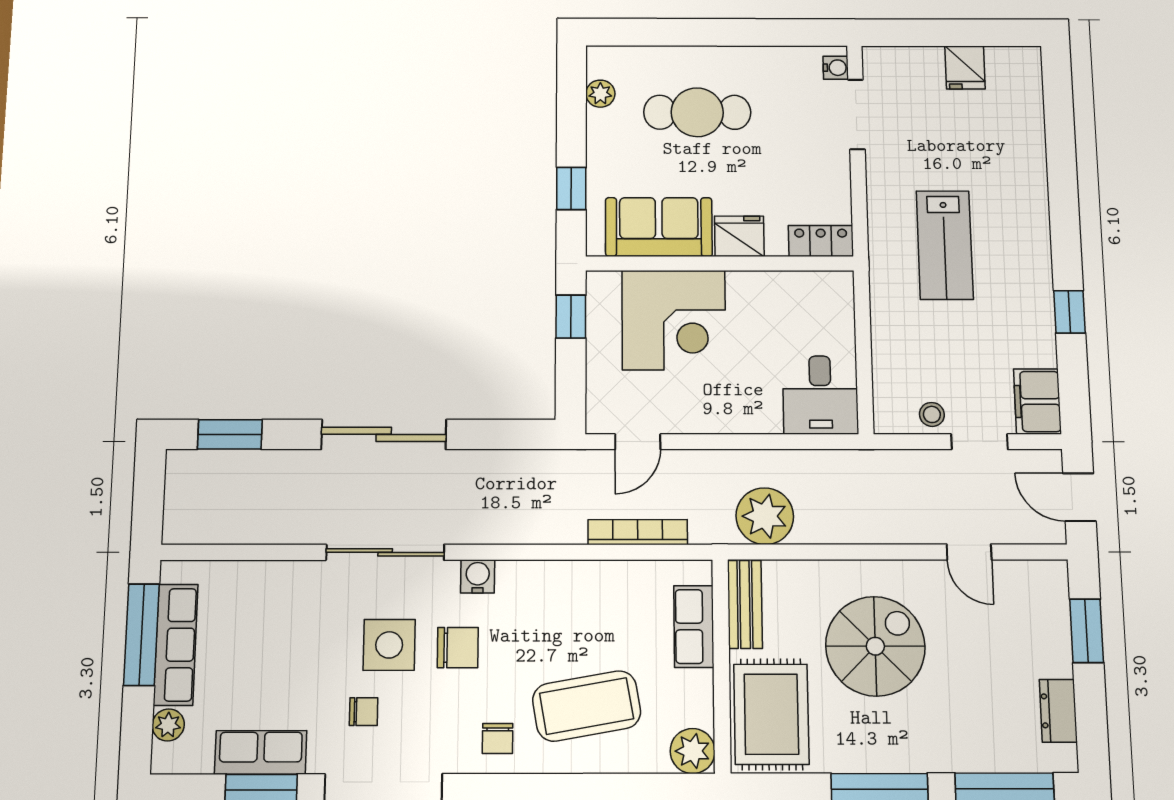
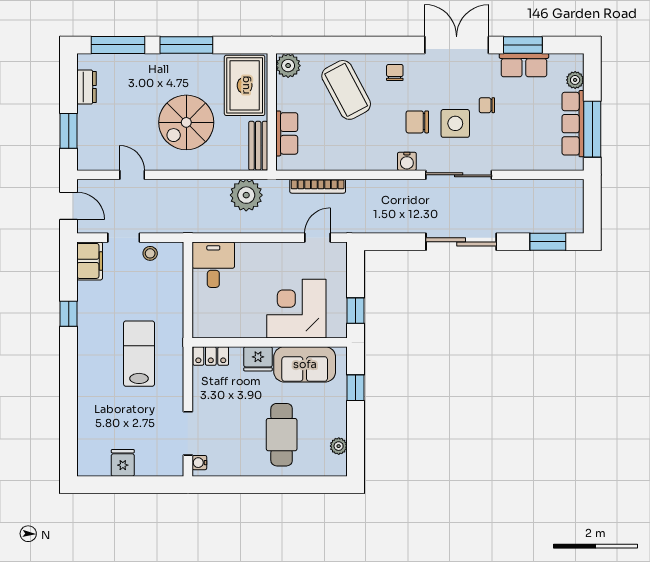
cafe table: (697, 112) -> (282, 435), turned 90
coffee table: (587, 706) -> (346, 90), turned 72
chair: (364, 712) -> (487, 105), moved

